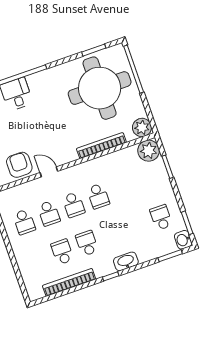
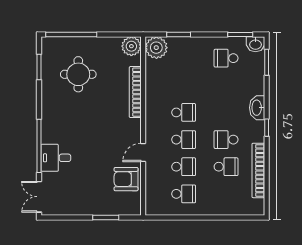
round table: (100, 88) -> (78, 74), width x0.54, depth x0.54
school desk: (62, 252) -> (226, 167), turned 180

